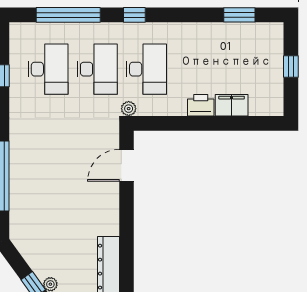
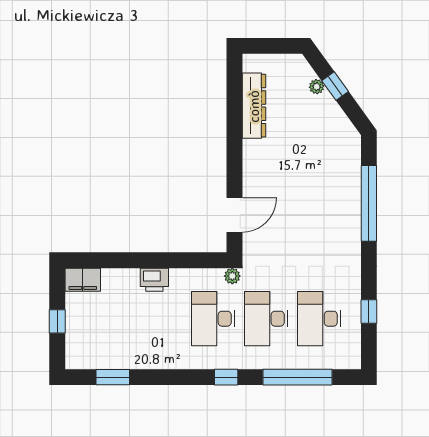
filing cabinet: (232, 105) -> (83, 280), moved

